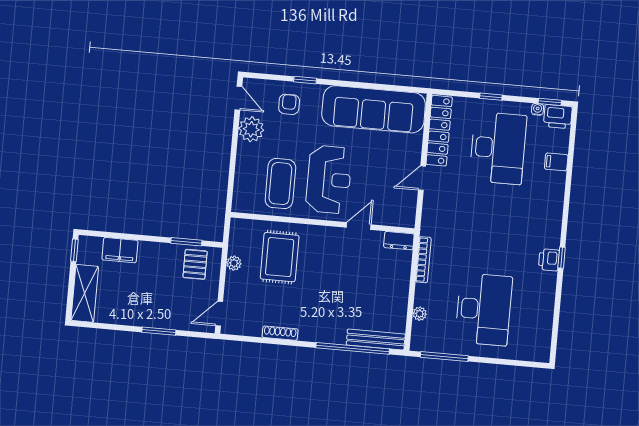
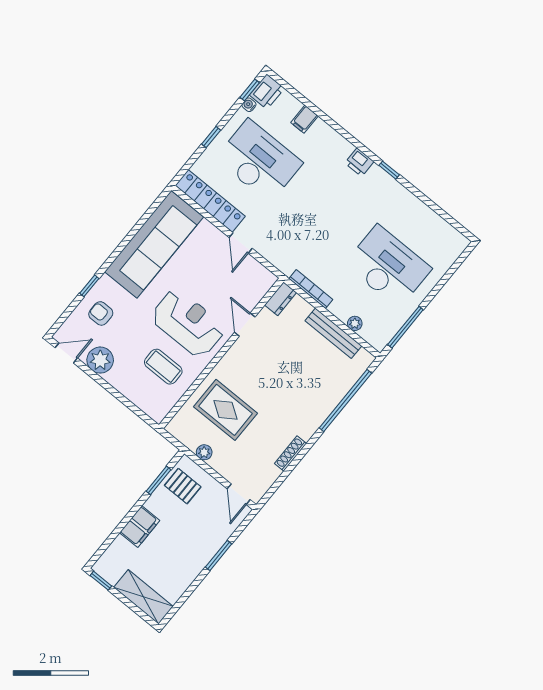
coffee table: (280, 184) -> (163, 367), width x0.73, depth x0.76
filing cabinet: (120, 250) -> (140, 527), moved
printer: (549, 260) -> (359, 162), moved
bench: (376, 339) -> (333, 333), moved, turned 90

